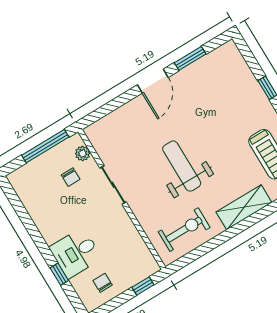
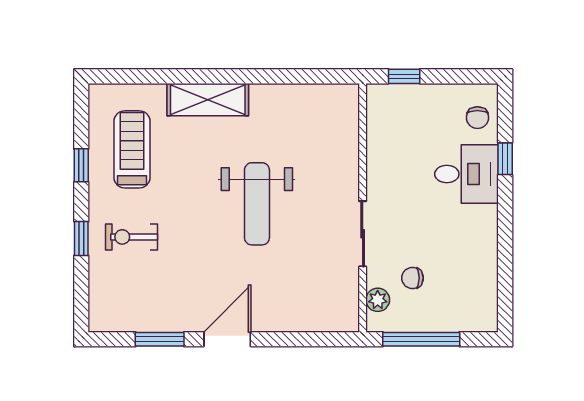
chair: (71, 177) -> (412, 278), turned -90
exercise bike: (184, 230) -> (132, 237), moved, width x0.73, depth x0.72
chair: (103, 283) -> (477, 118), moved

